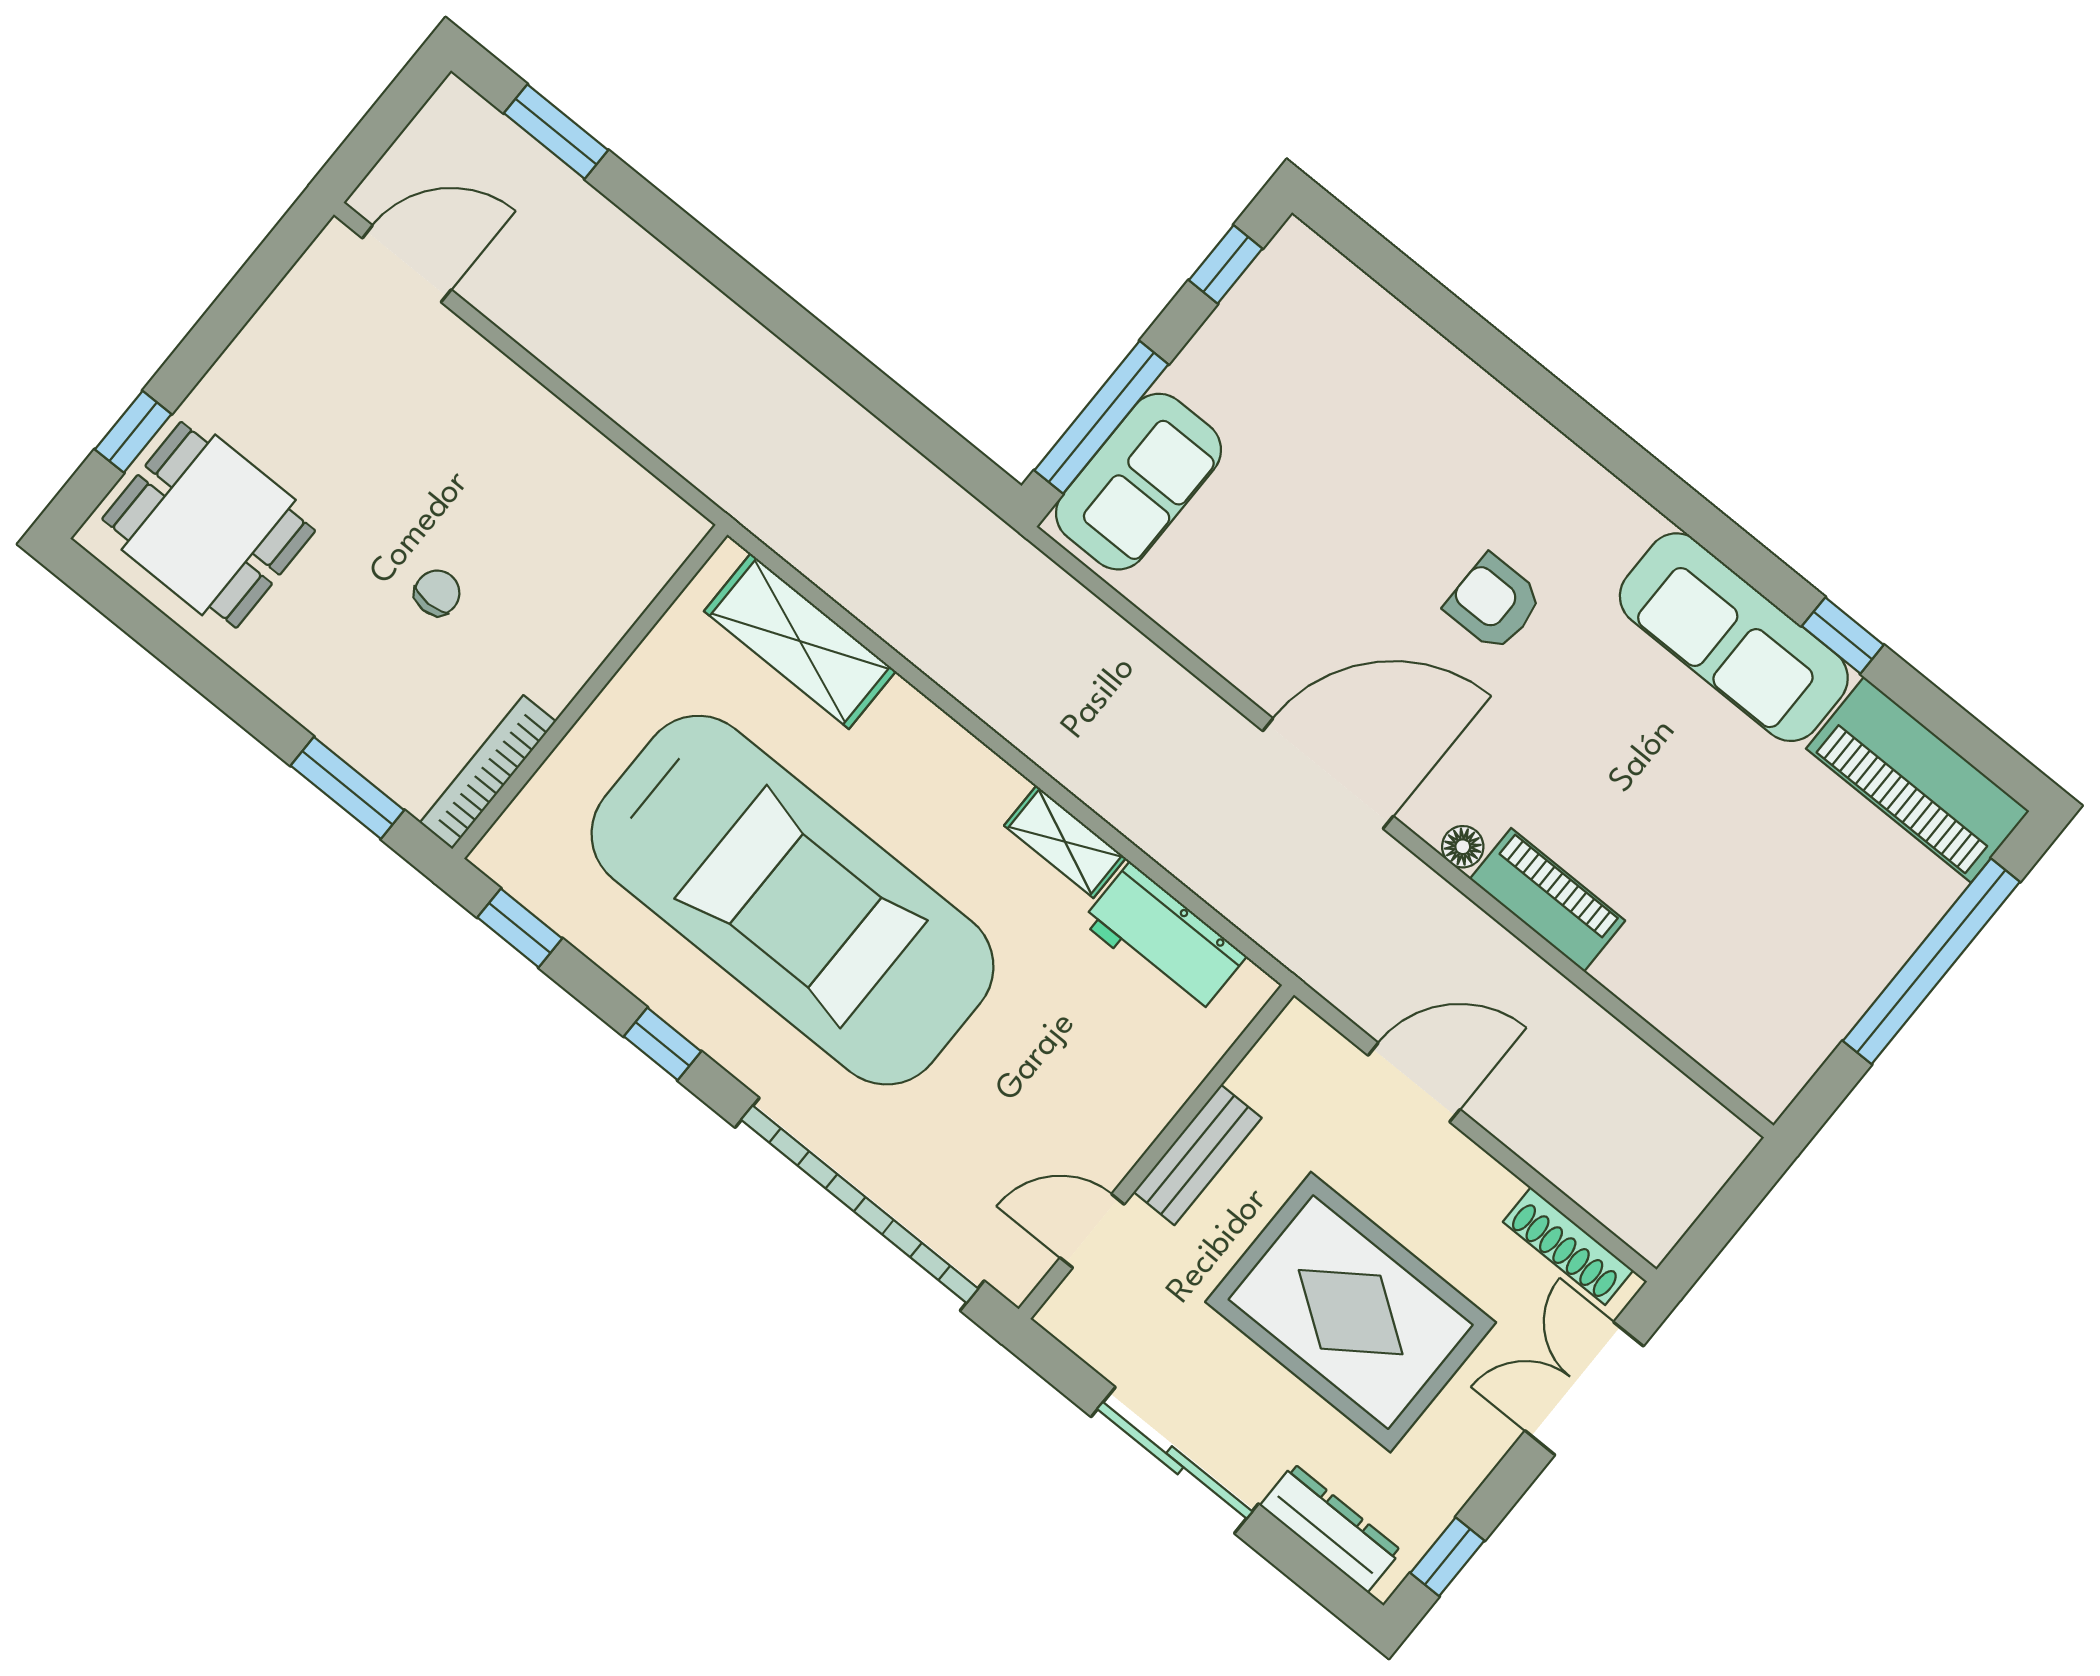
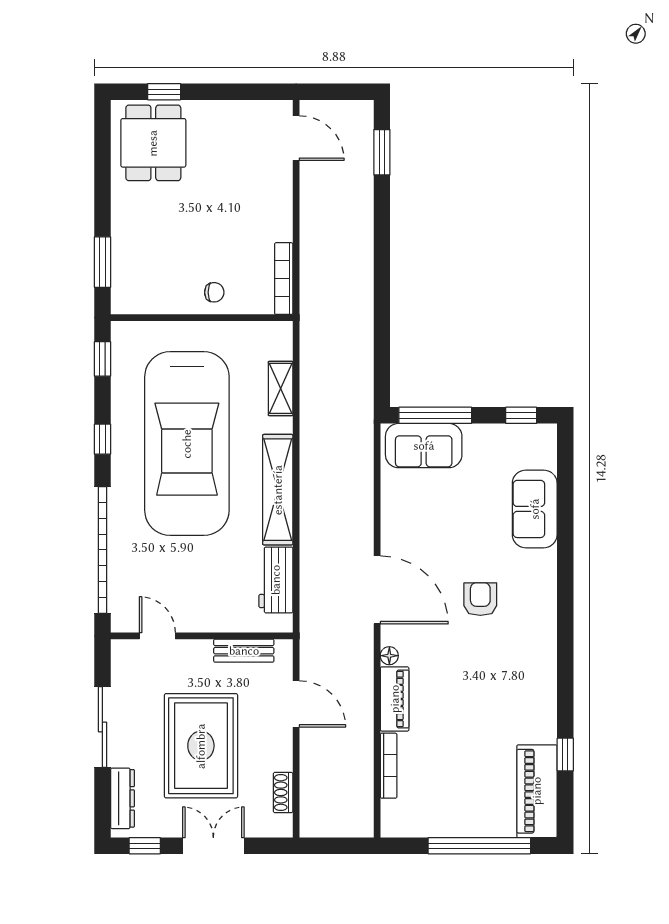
chair: (437, 593) -> (214, 292), moved
window: (1843, 635) -> (565, 755), moved
sofa: (1734, 637) -> (535, 509), moved, width x0.73
shelving: (800, 641) -> (281, 388), width x0.67, depth x0.75
bookcase: (488, 772) -> (284, 279), moved, turned -90
shelving: (1065, 842) -> (278, 490), width x2.20, depth x1.33
bookcase: (1658, 1007) -> (389, 766), added
bench: (1198, 1155) -> (244, 651), moved
shoe rack: (1568, 1246) -> (283, 793), width x0.70
double door: (1584, 1388) -> (213, 846), moved

